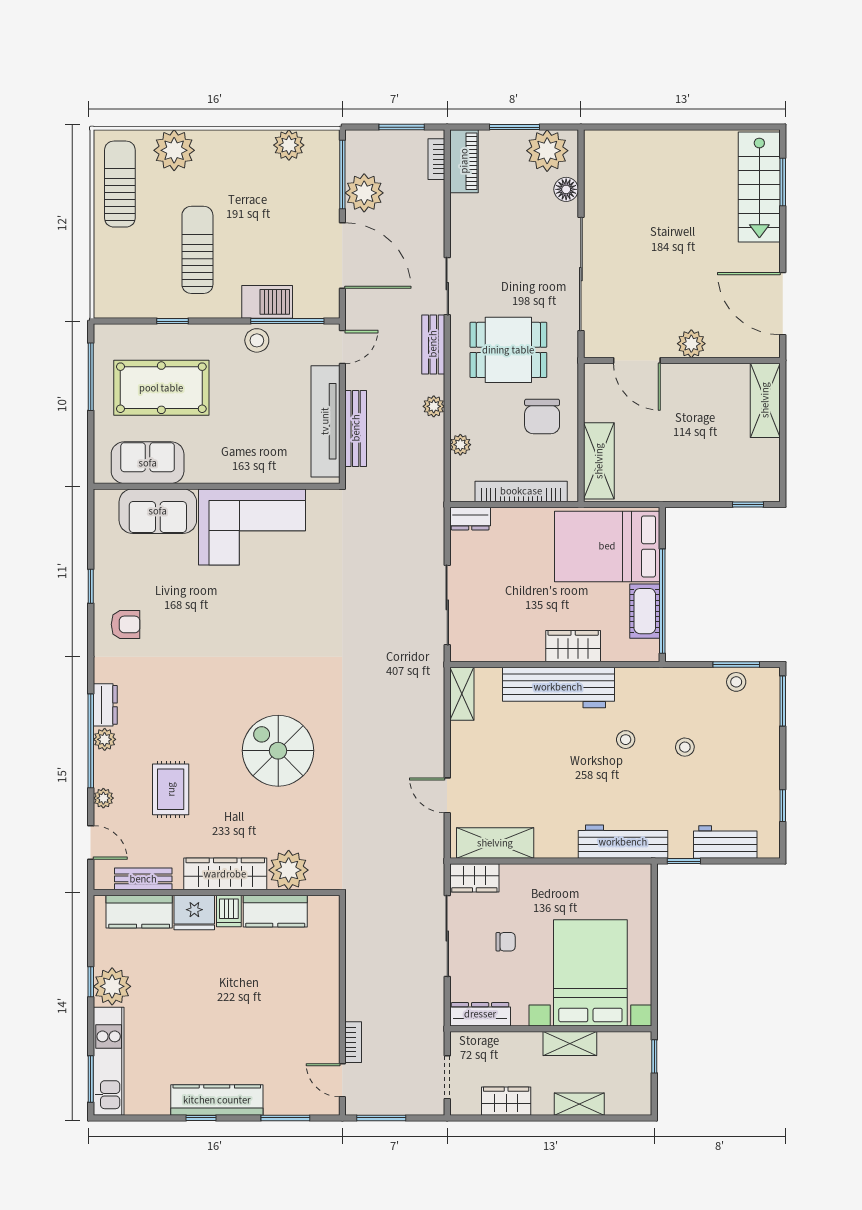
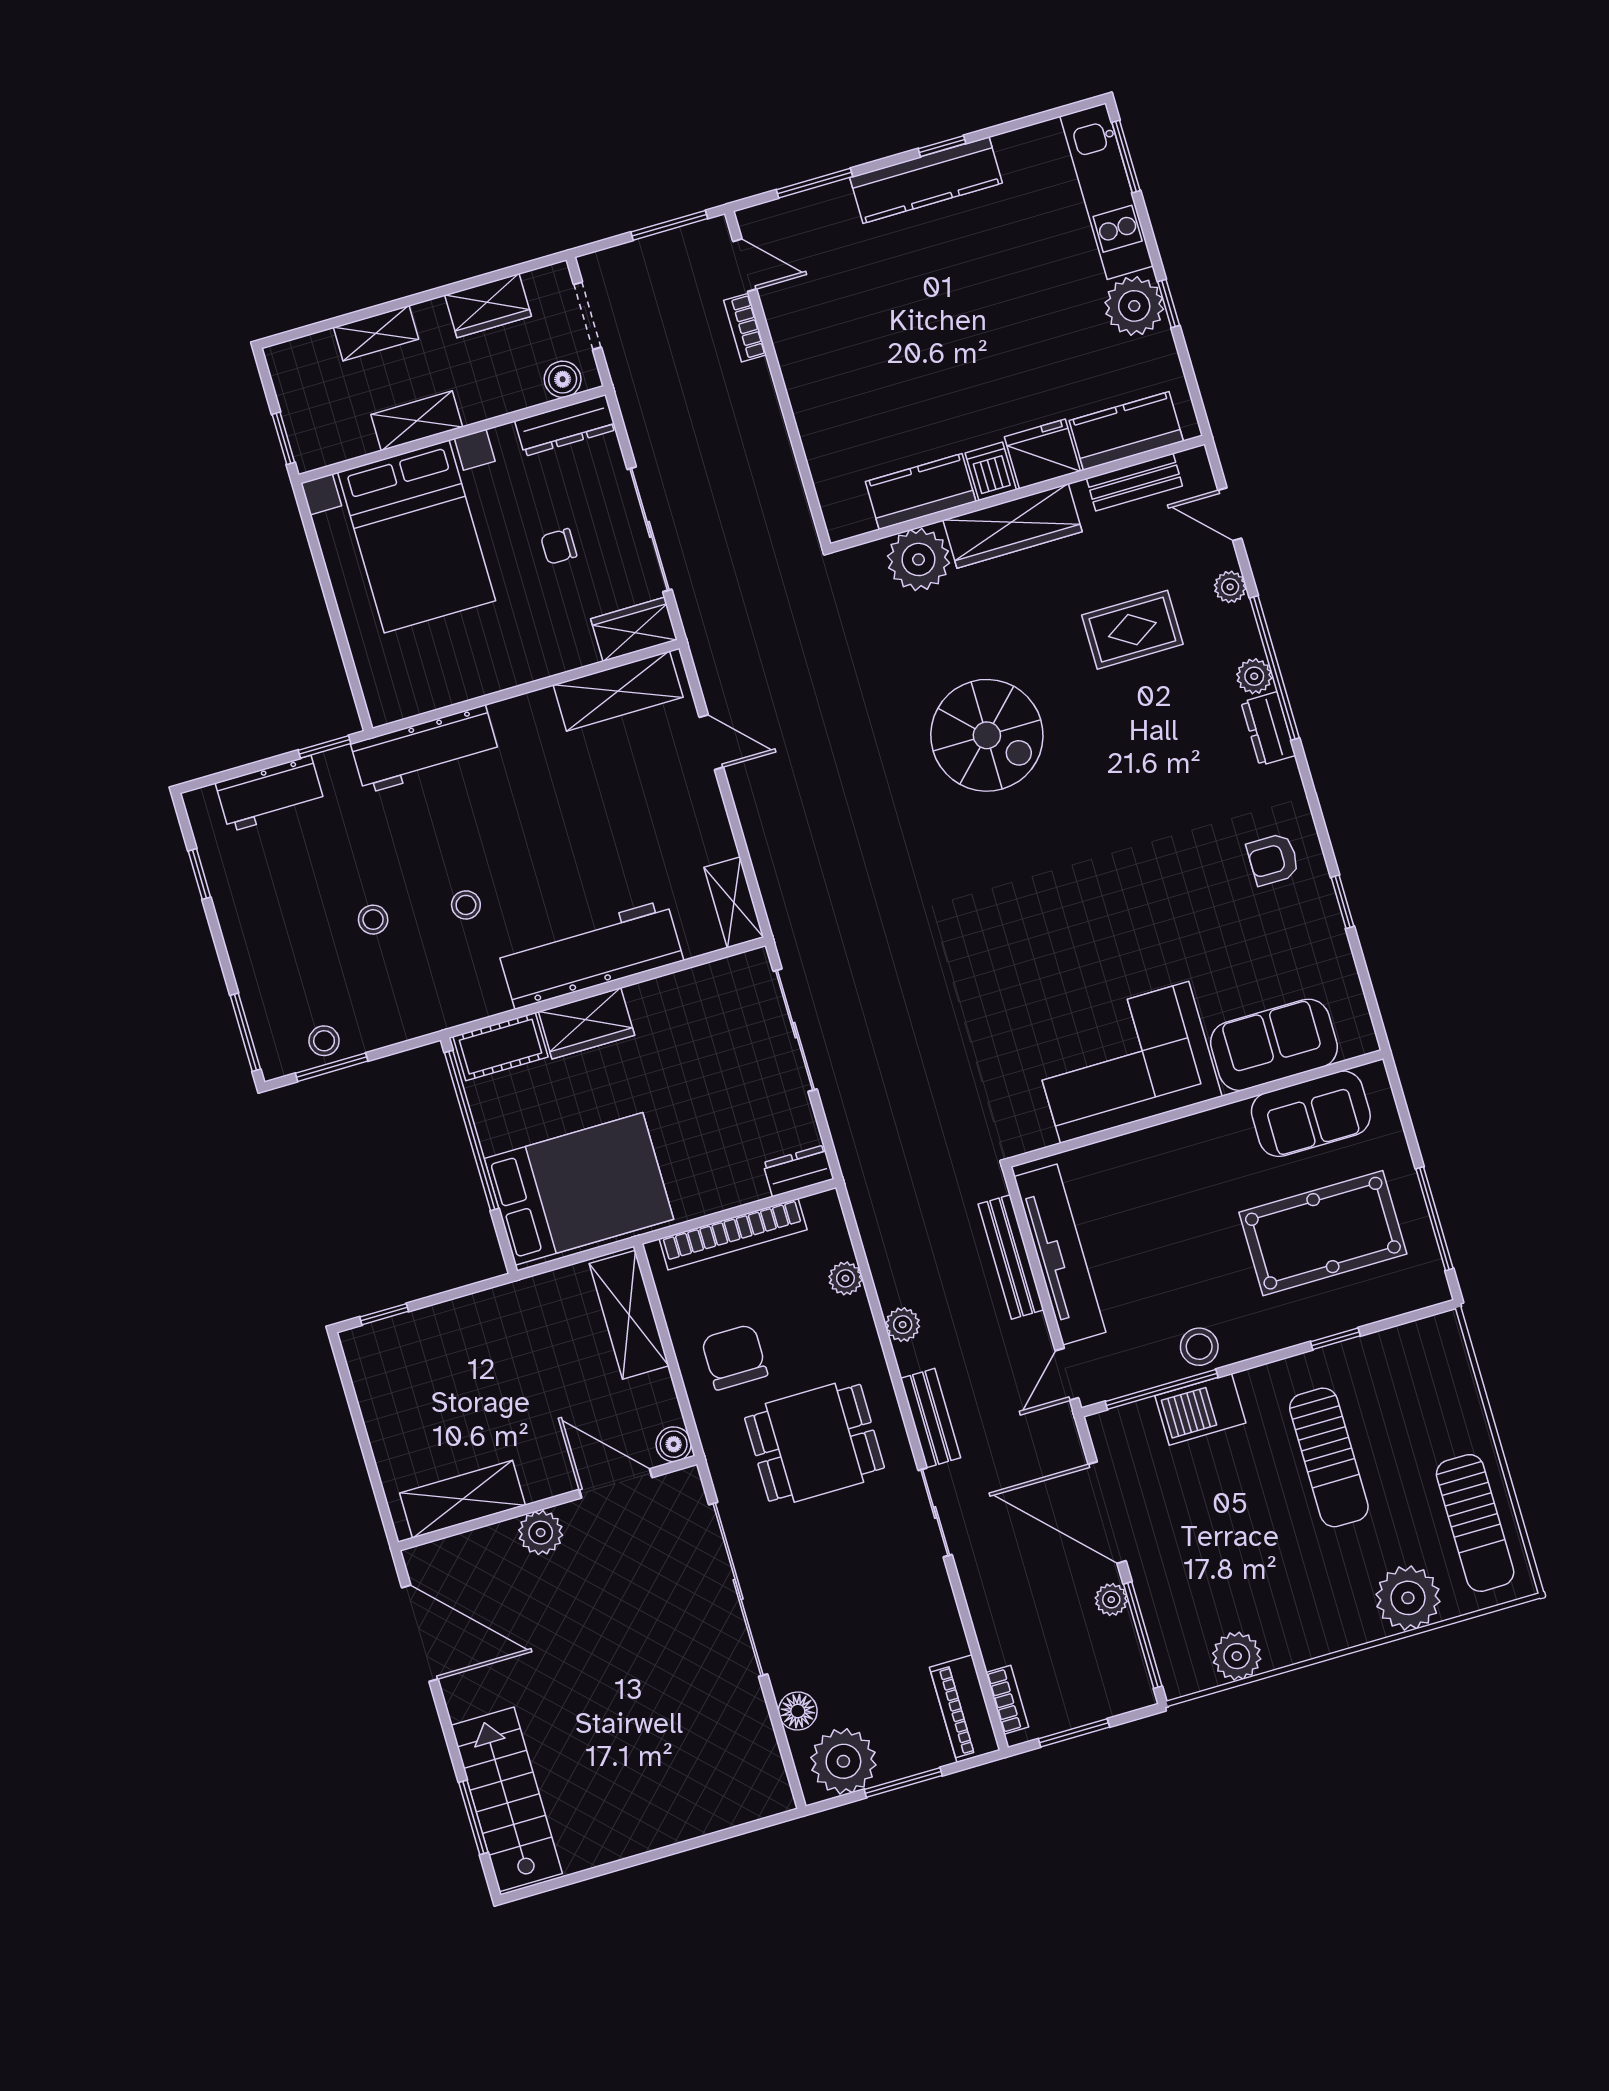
plant: (364, 193) -> (1111, 1600), width x0.53, depth x0.53
boiler: (595, 374) -> (674, 1444), added
shelving: (765, 400) -> (462, 1499), moved, turned 90
cot: (645, 611) -> (501, 1047), moved, turned 90
rug: (171, 789) -> (1132, 630), turned 90
boiler: (474, 1043) -> (563, 379), added

